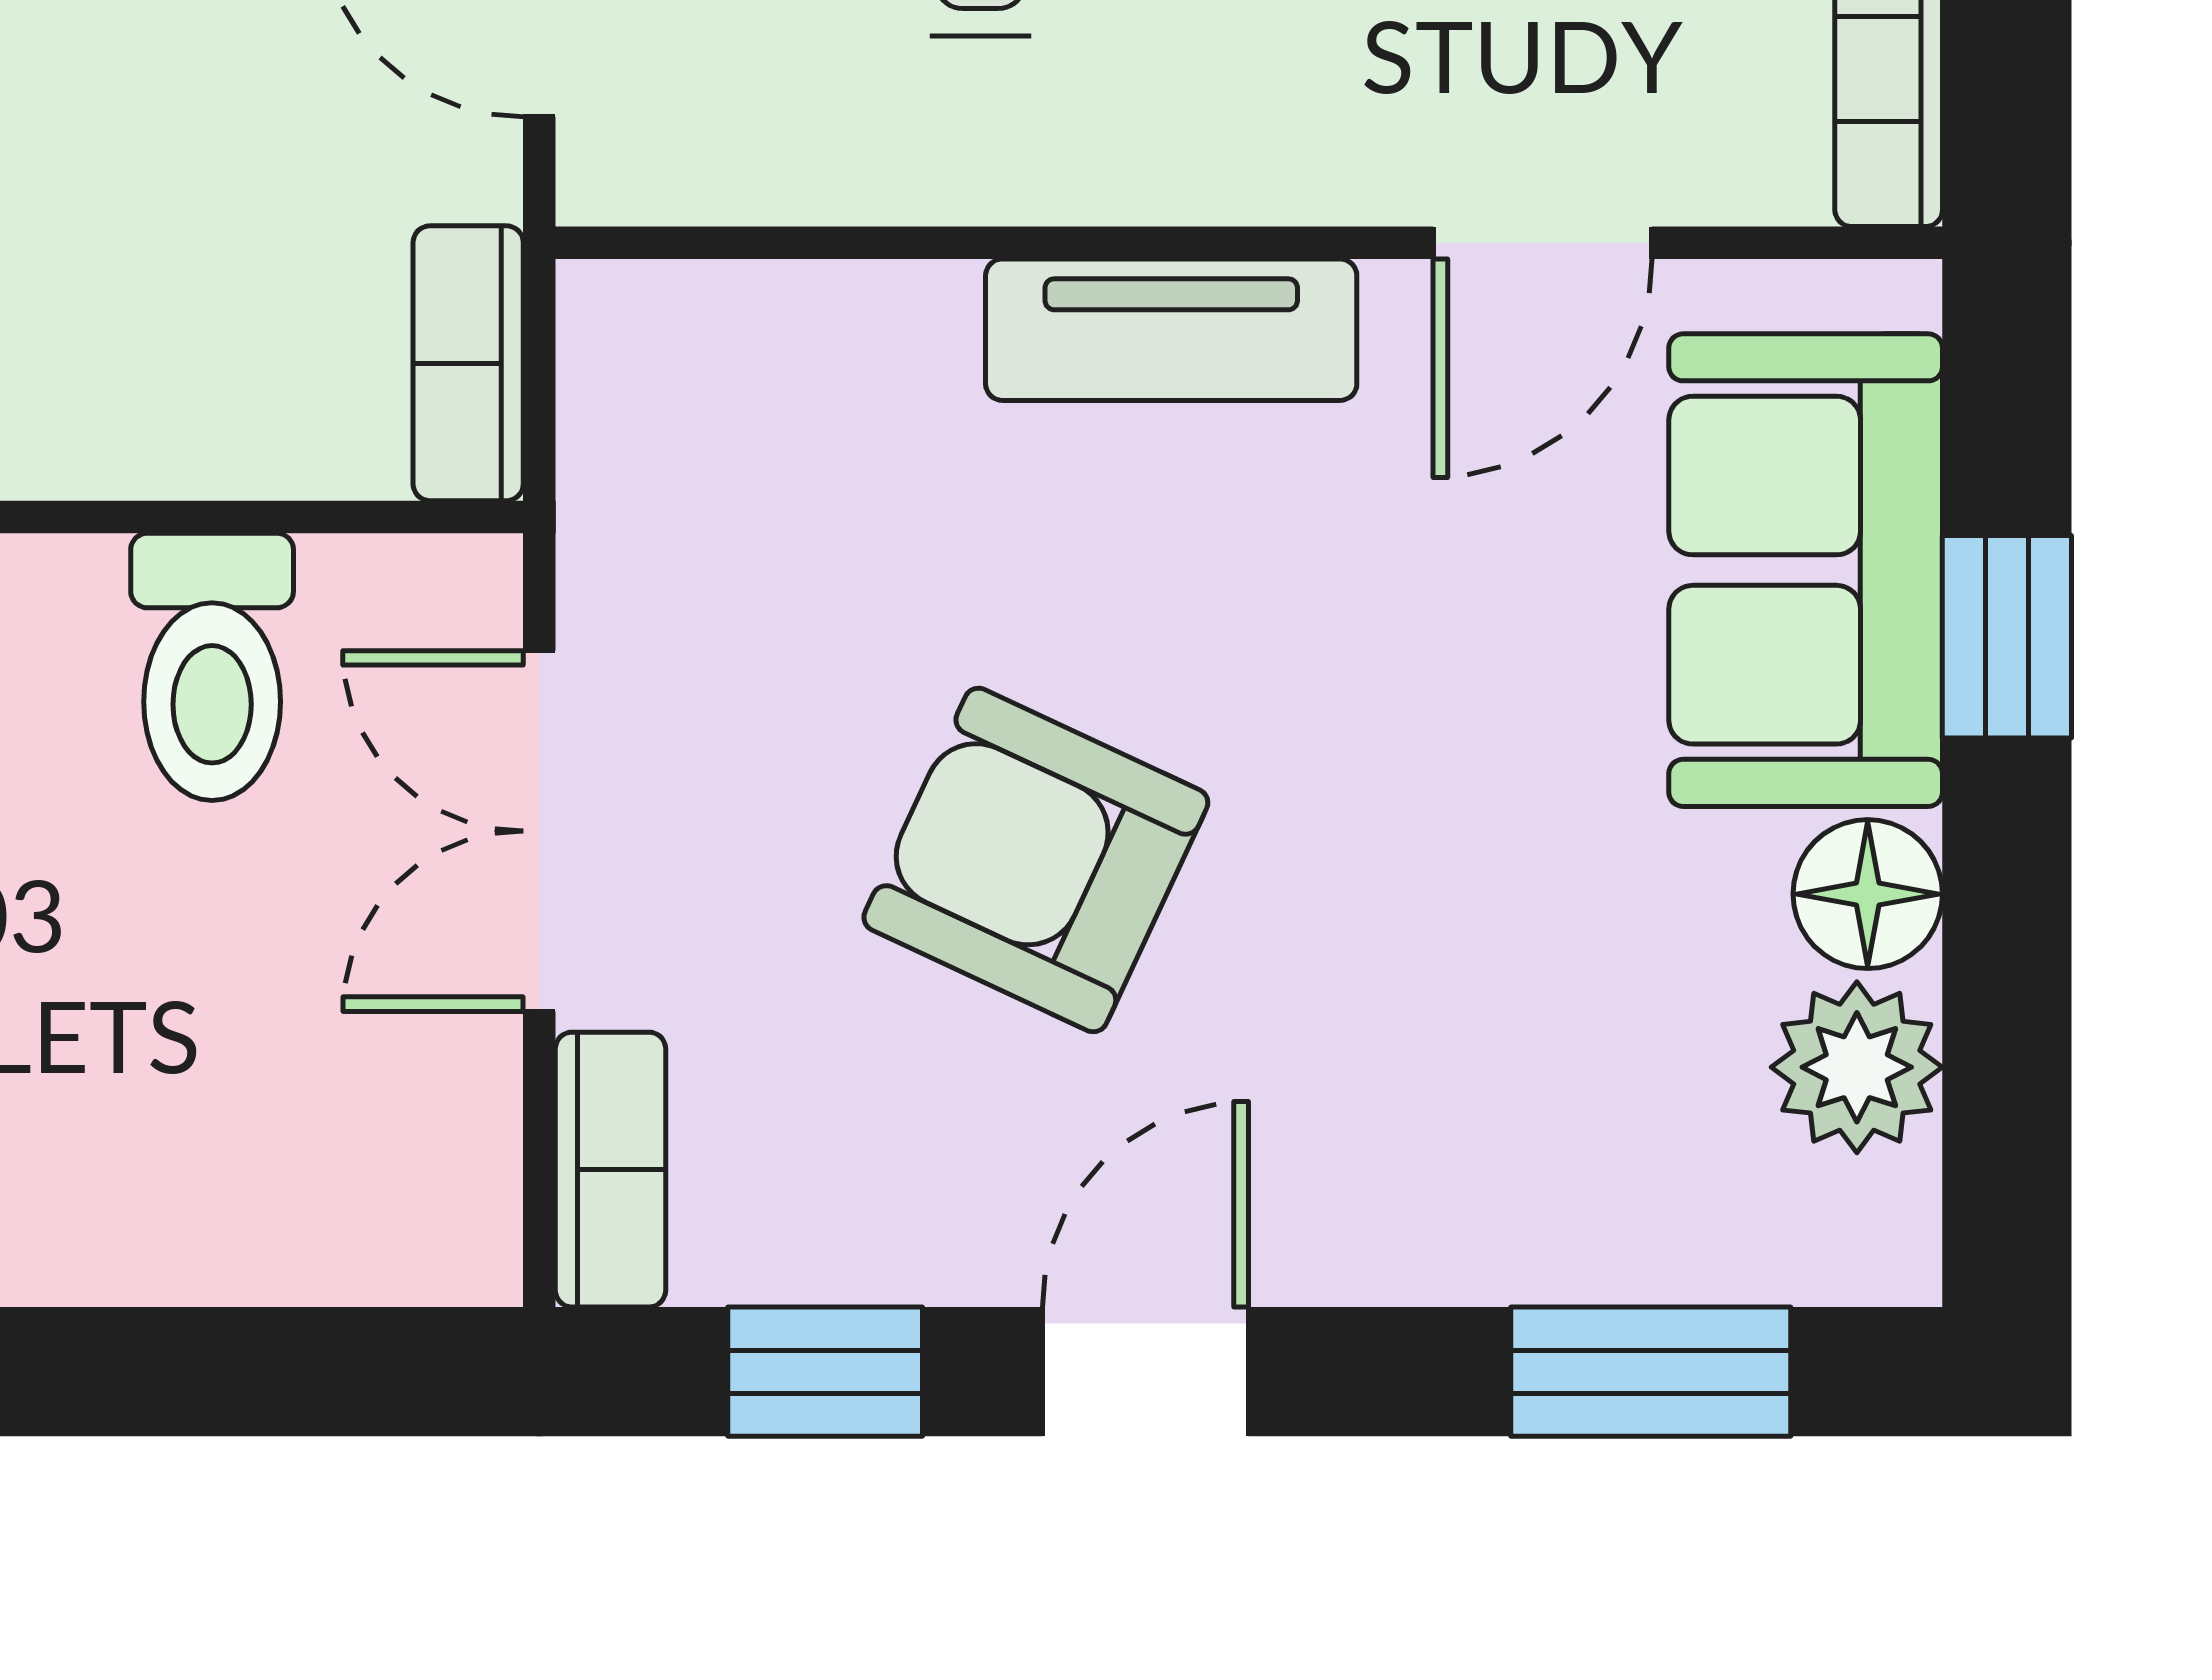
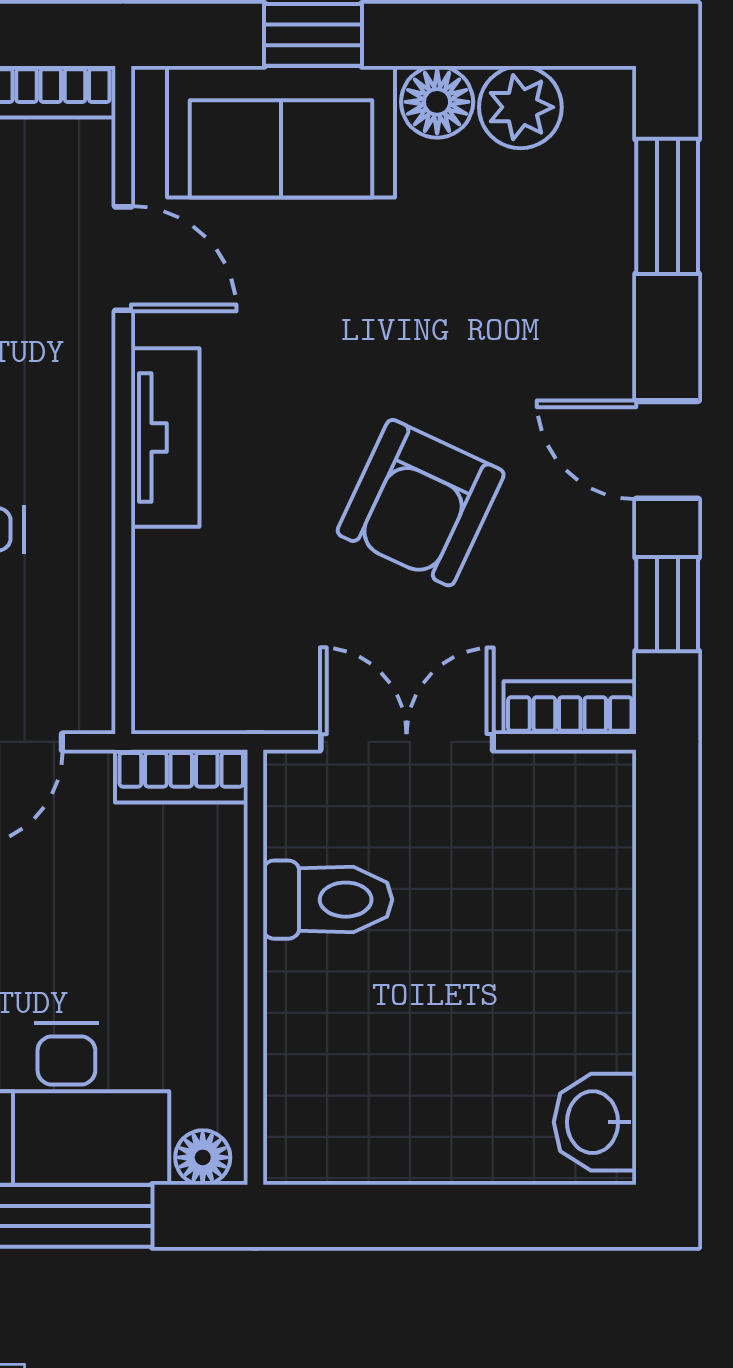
double door: (539, 831) -> (407, 742), swing flipped

